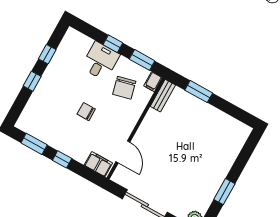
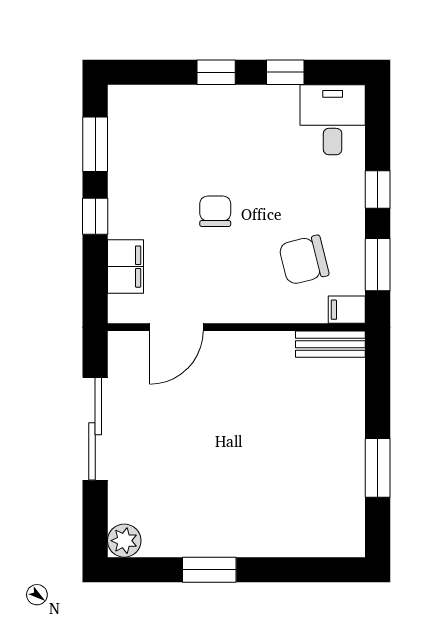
desk: (100, 61) -> (333, 120), moved, turned -90
window: (199, 92) -> (378, 468), moved
filing cabinet: (98, 164) -> (126, 267), moved

